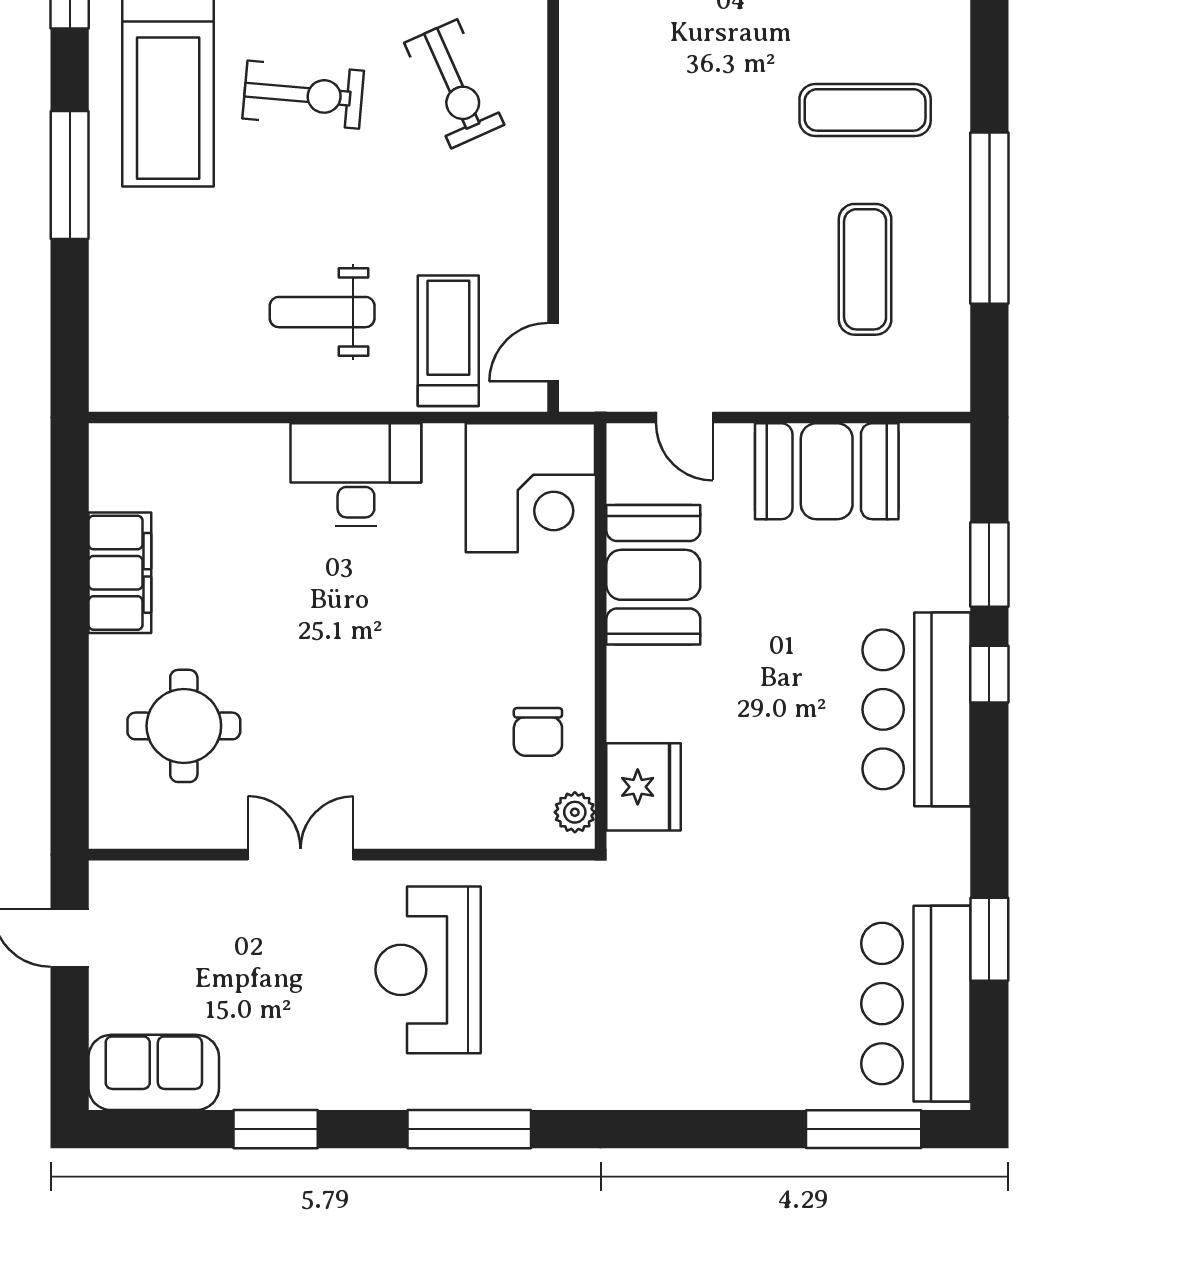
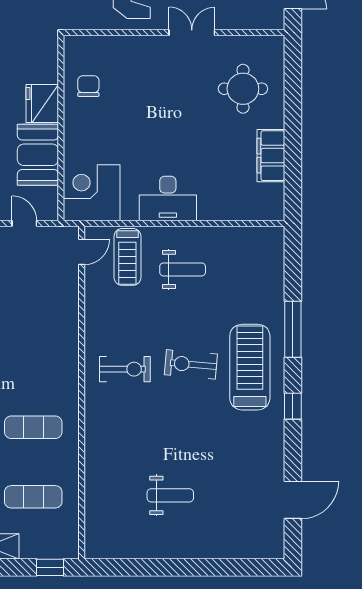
exercise bike: (454, 84) -> (125, 369), turned 114
fridge: (644, 787) -> (42, 103), moved
plant: (575, 812) -> (72, 51), removed
double door: (301, 855) -> (192, 33), swing flipped

